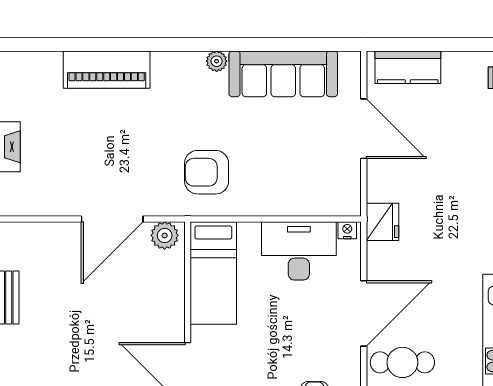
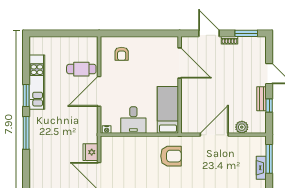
fridge: (382, 222) -> (91, 152), moved
plant: (165, 235) -> (242, 127), moved
desk: (299, 251) -> (133, 120), width x0.73

